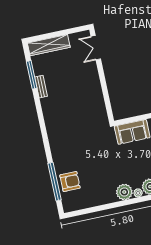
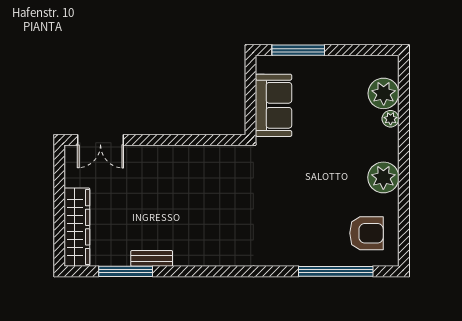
armchair: (70, 182) -> (366, 233), moved, turned 90
plant: (124, 192) -> (383, 177), moved

